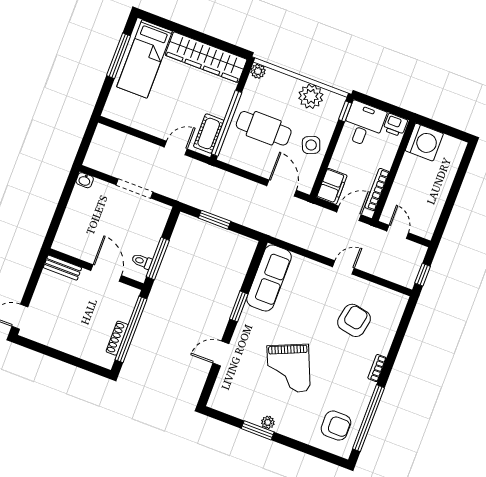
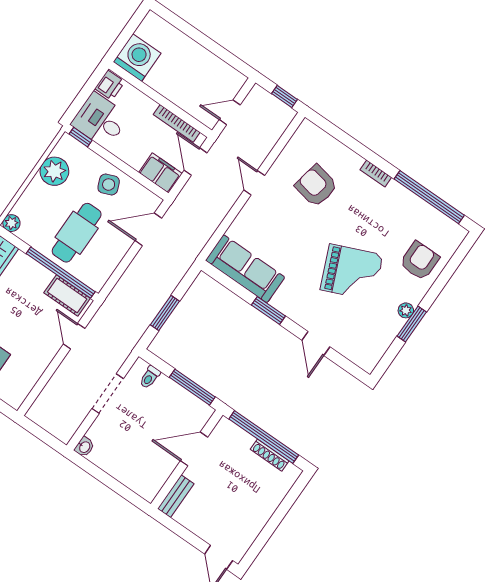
toilet: (142, 261) -> (150, 377), moved
armchair: (336, 426) -> (419, 261), moved

